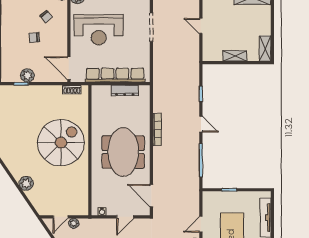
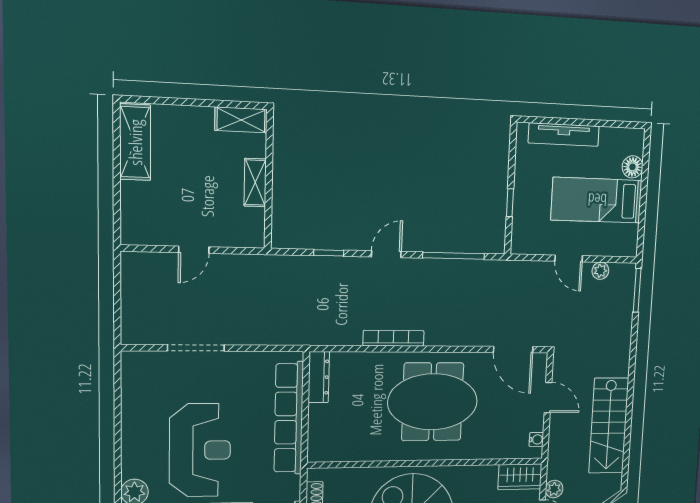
dresser: (125, 90) -> (319, 377), moved
door: (151, 196) -> (513, 349), hinge flipped
wardrobe: (81, 203) -> (520, 477), added

